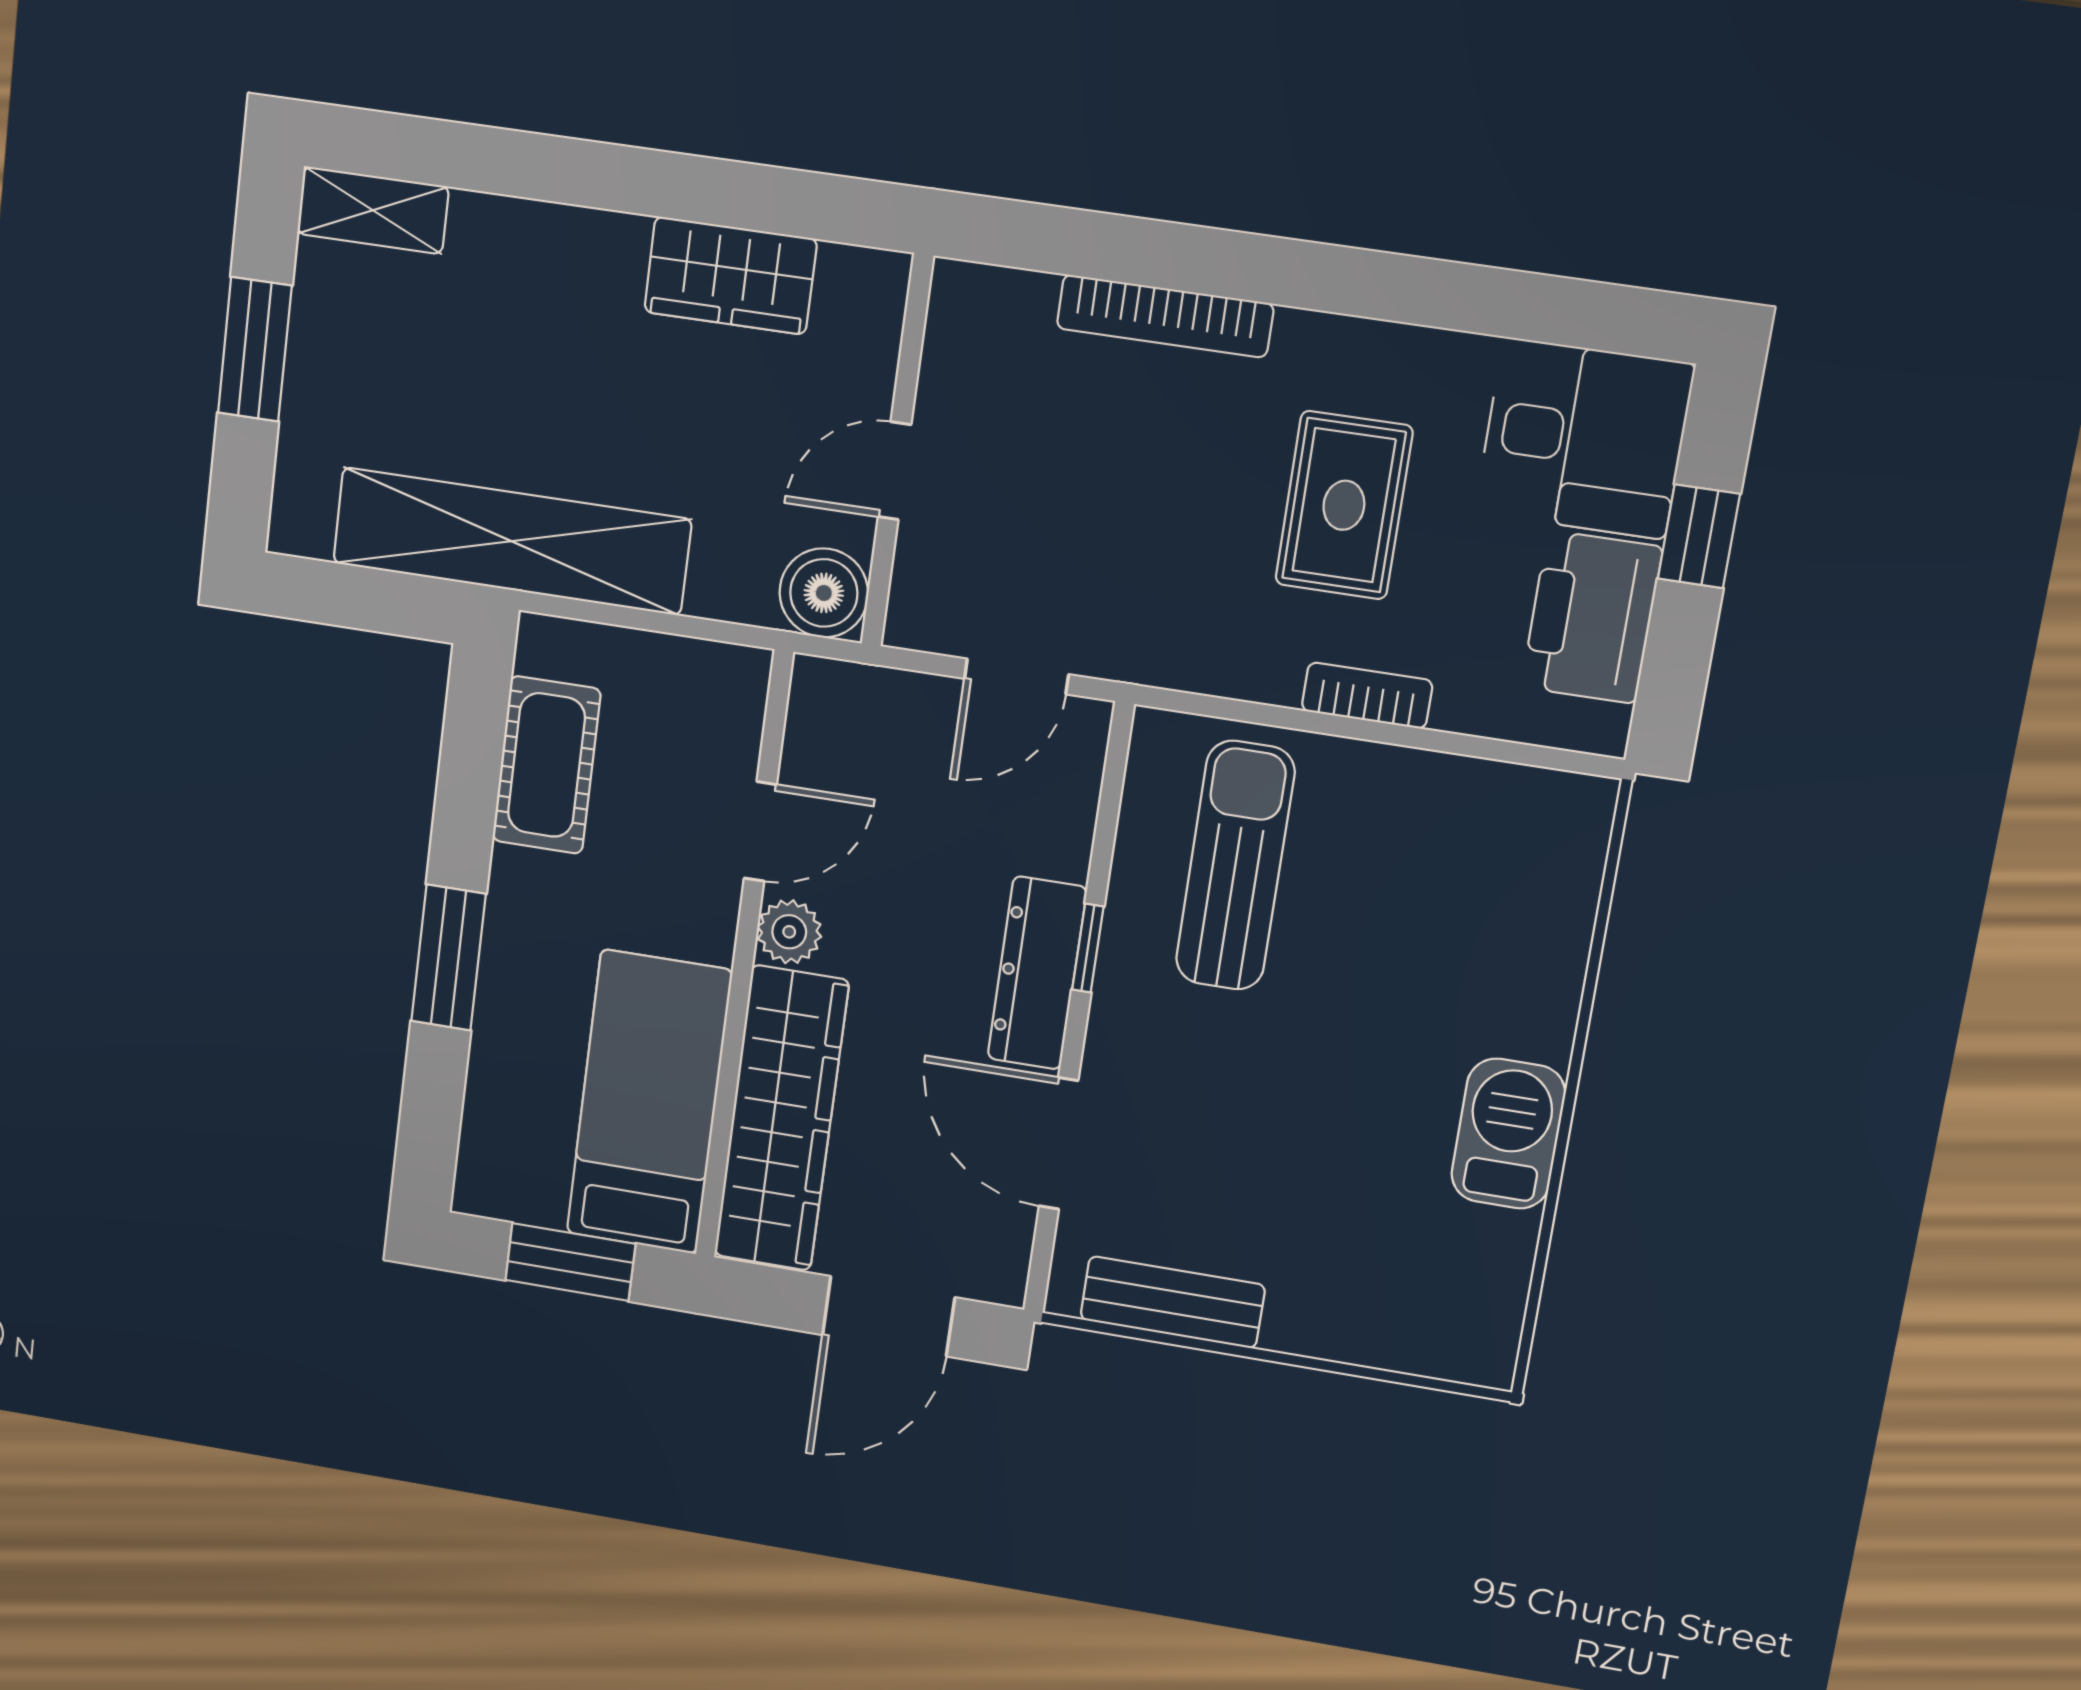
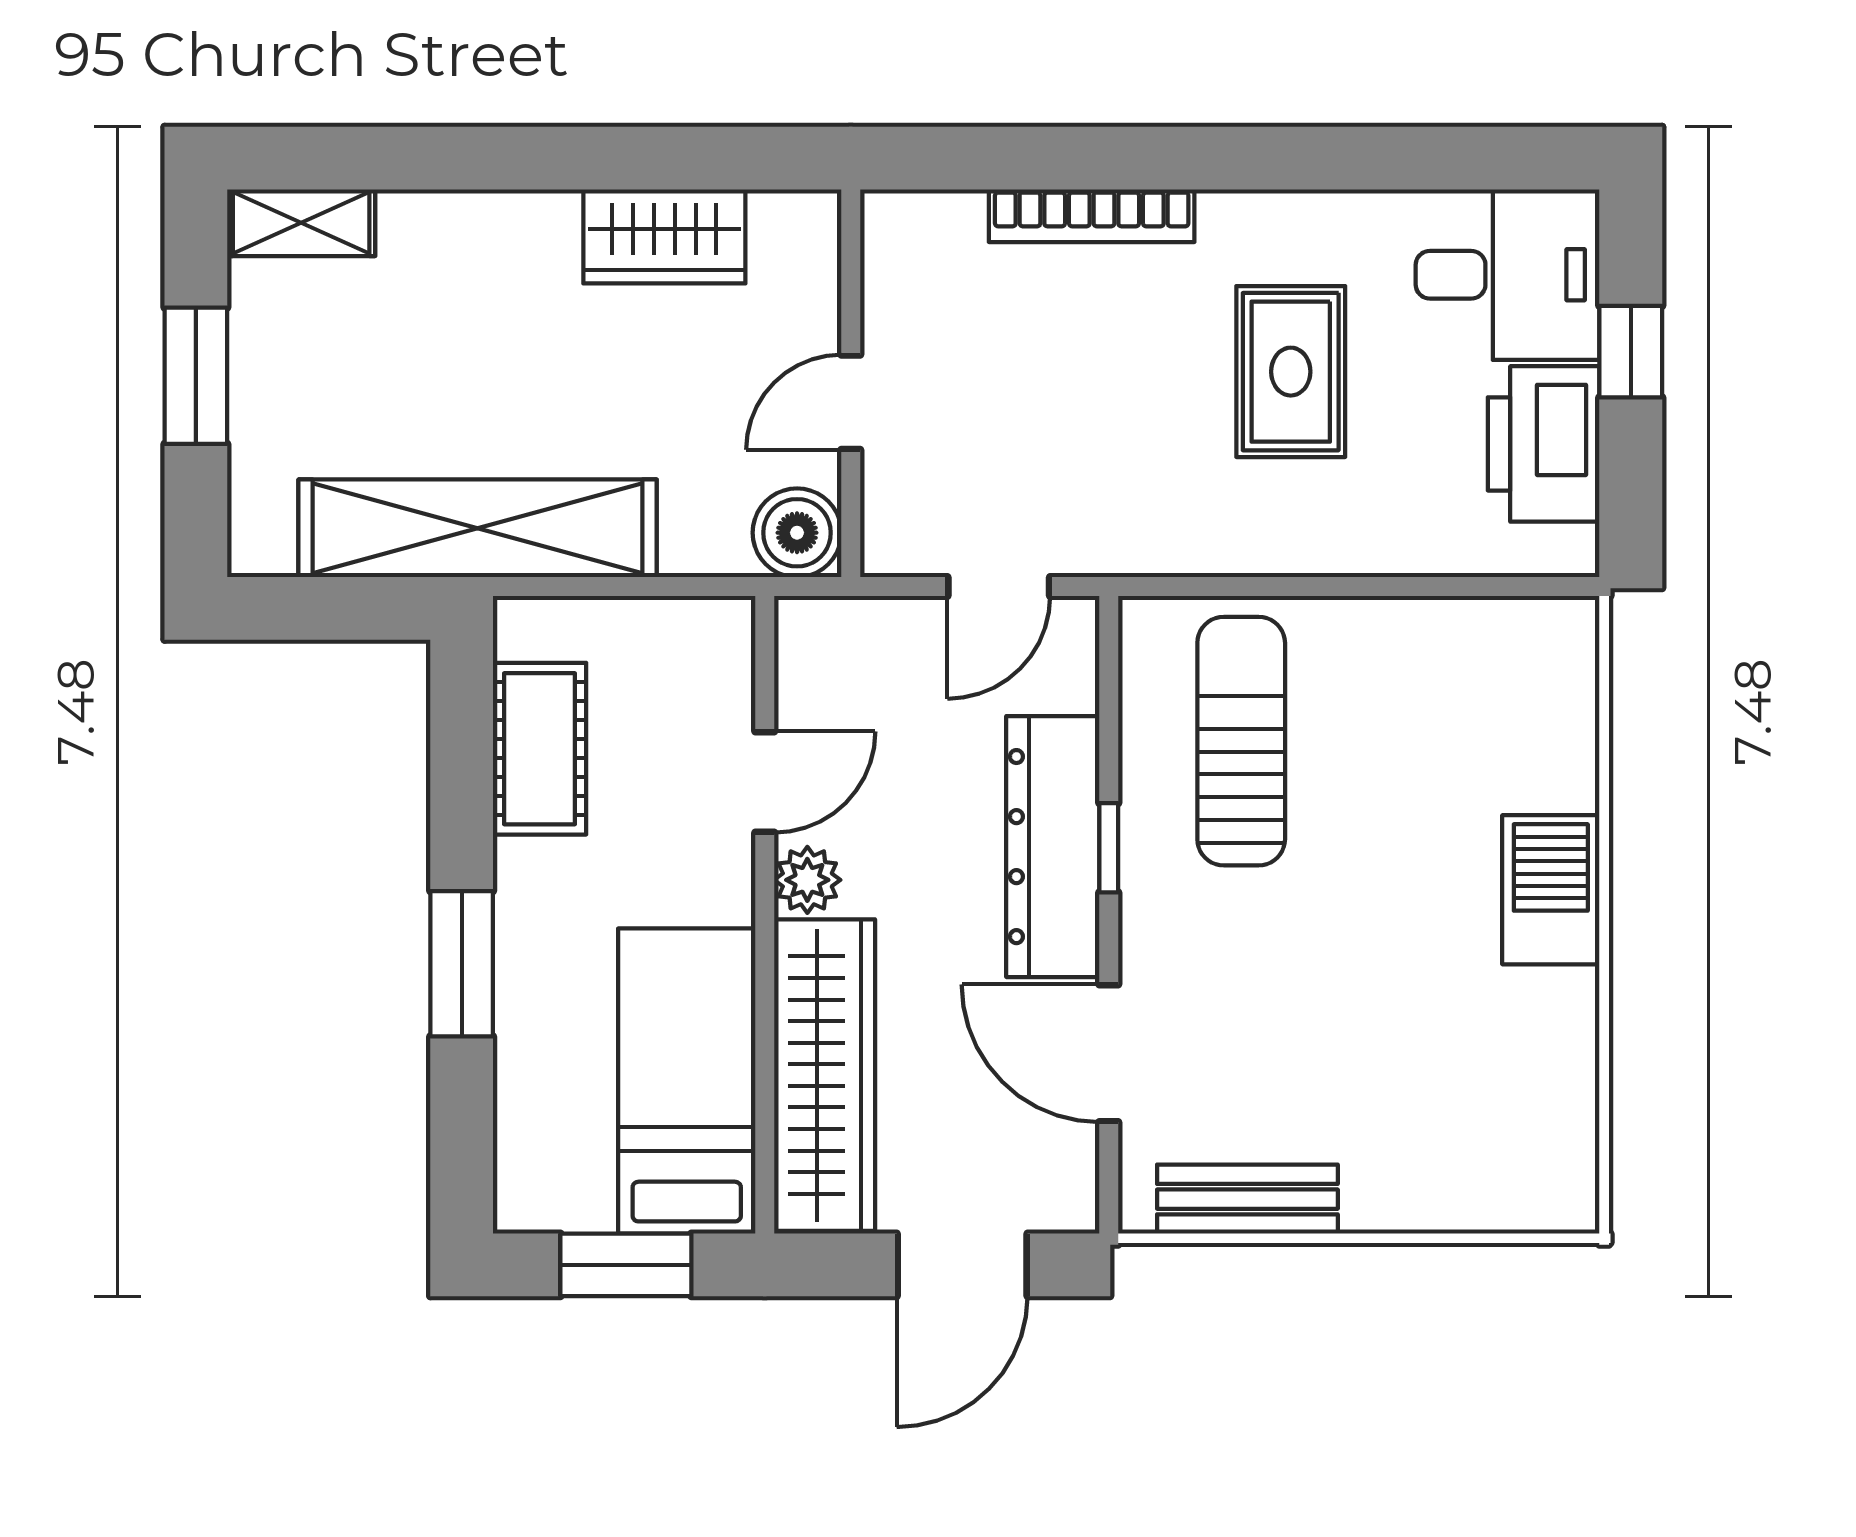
bookcase: (1367, 696) -> (1343, 553), removed
dresser: (1037, 973) -> (1053, 847), width x1.37, depth x1.24
barbecue: (1508, 1134) -> (1551, 890), moved

